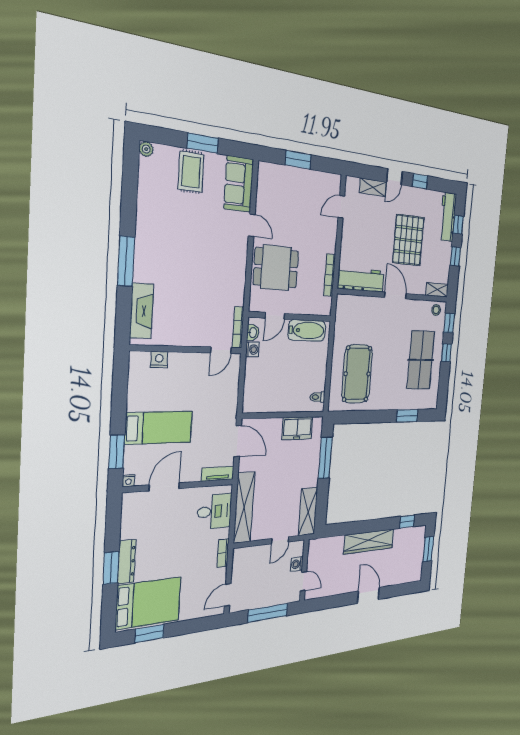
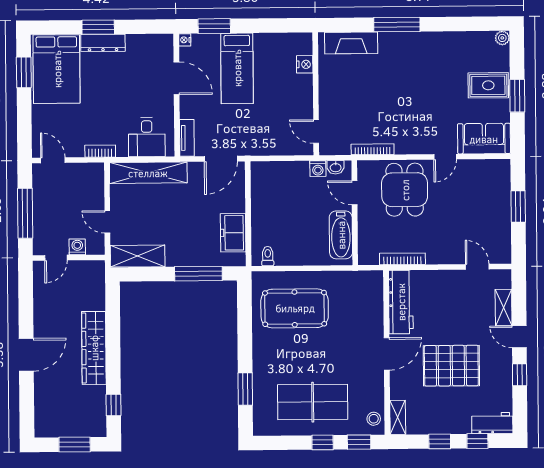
workbench: (448, 217) -> (492, 423), width x0.73
bookcase: (238, 327) -> (373, 149), moved

